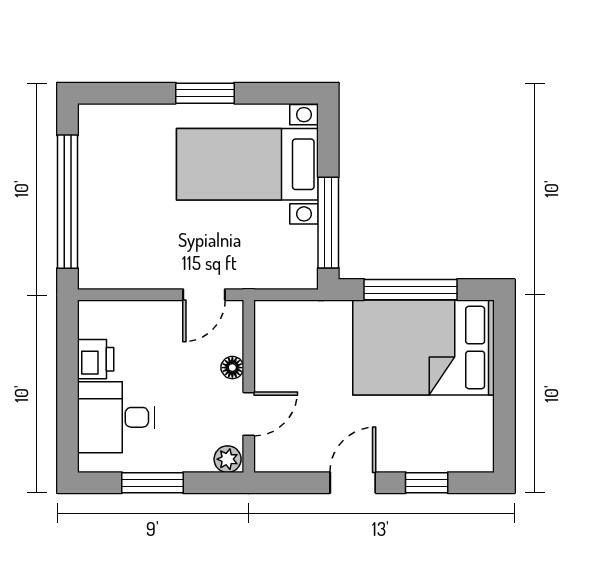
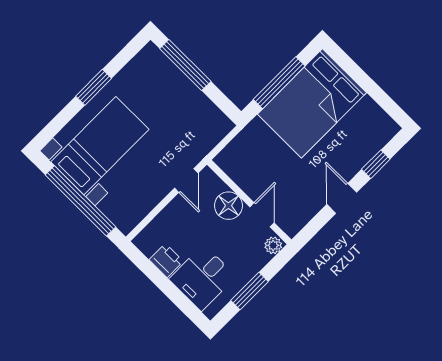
bed with nightstands: (247, 164) -> (100, 146), moved, turned 180
window: (328, 223) -> (185, 65), moved
floor lamp: (232, 368) -> (228, 206), width x1.89, depth x1.89

